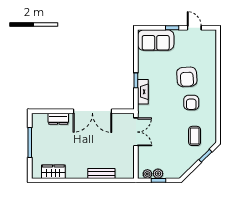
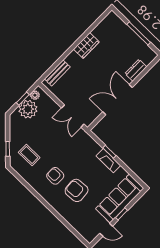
sofa: (156, 40) -> (120, 198), width x1.36
fireplace: (143, 92) -> (108, 161), moved
wardrobe: (53, 172) -> (86, 45), moved
bench: (101, 173) -> (57, 73), moved
plant: (158, 174) -> (28, 109), width x1.88, depth x1.88

